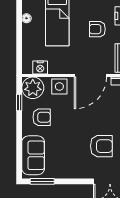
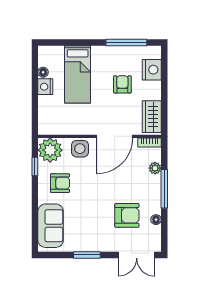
armchair: (97, 29) -> (122, 84), turned 90
nightstand: (40, 68) -> (45, 87), moved, turned 90
window: (42, 181) -> (87, 255), moved

